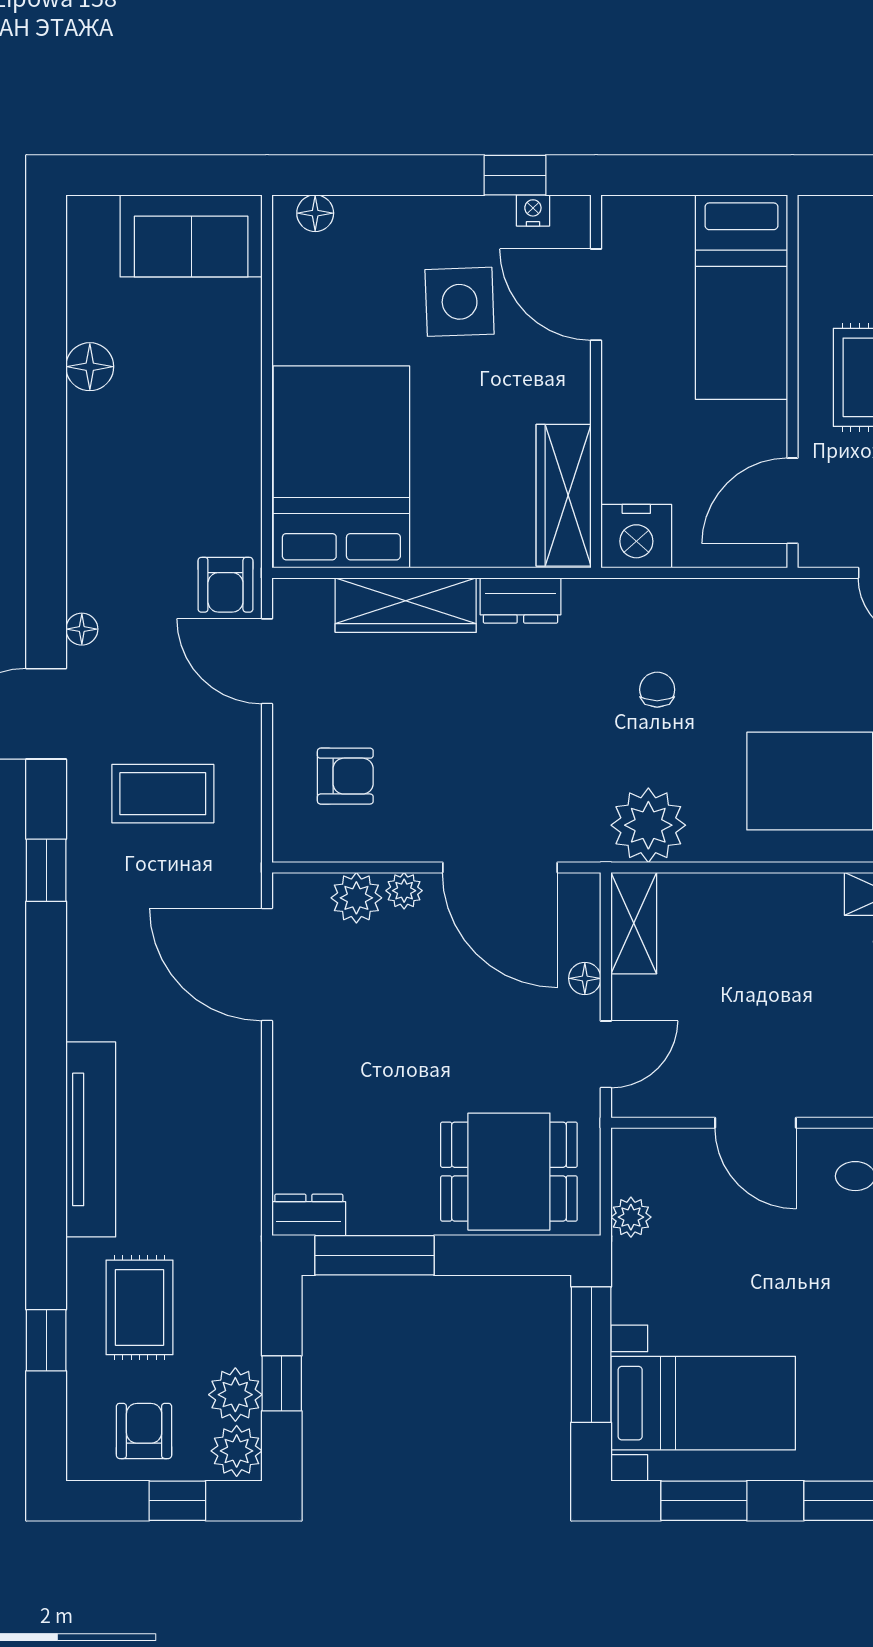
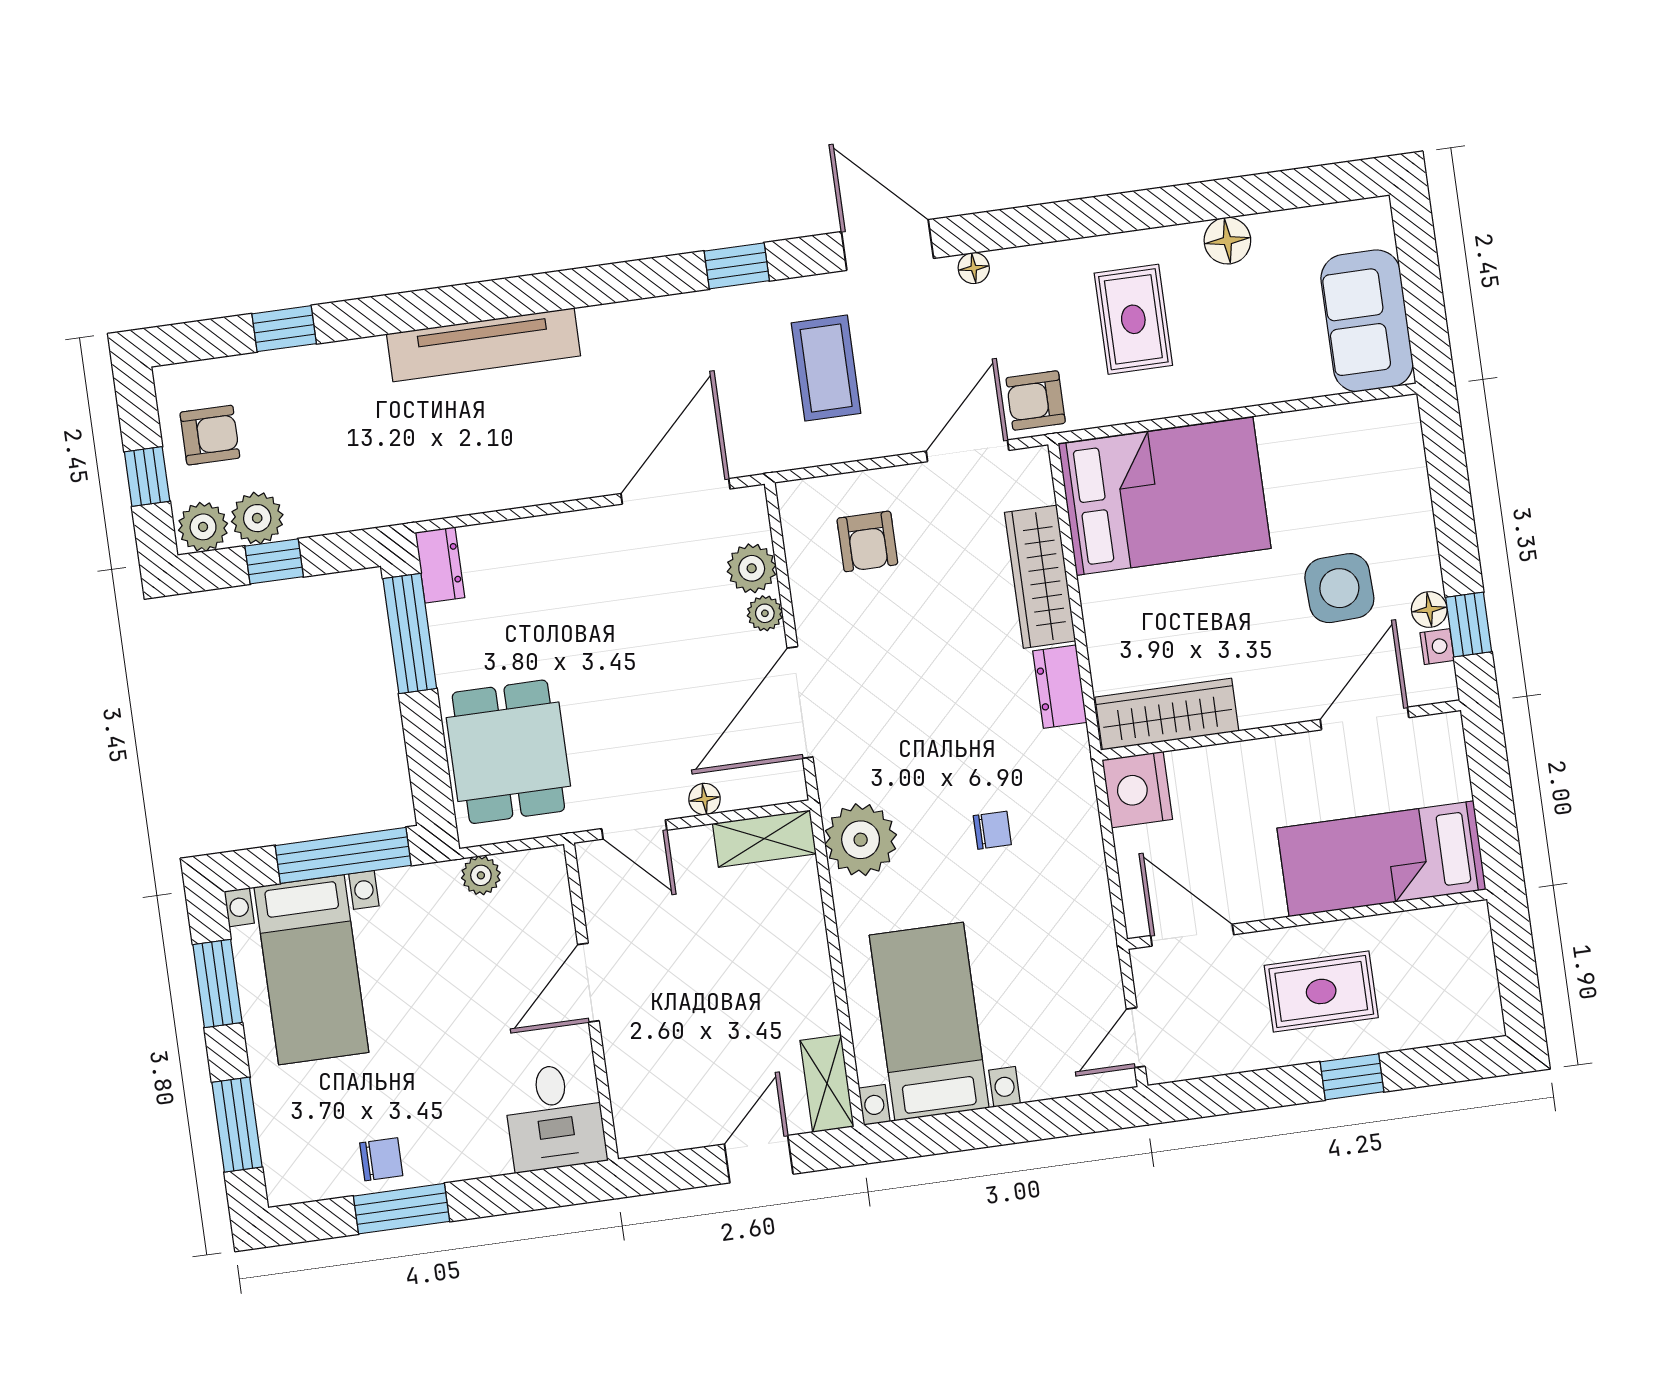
floor lamp: (315, 213) -> (1429, 609), moved
rug: (140, 1307) -> (1133, 319), moved, turned 90

